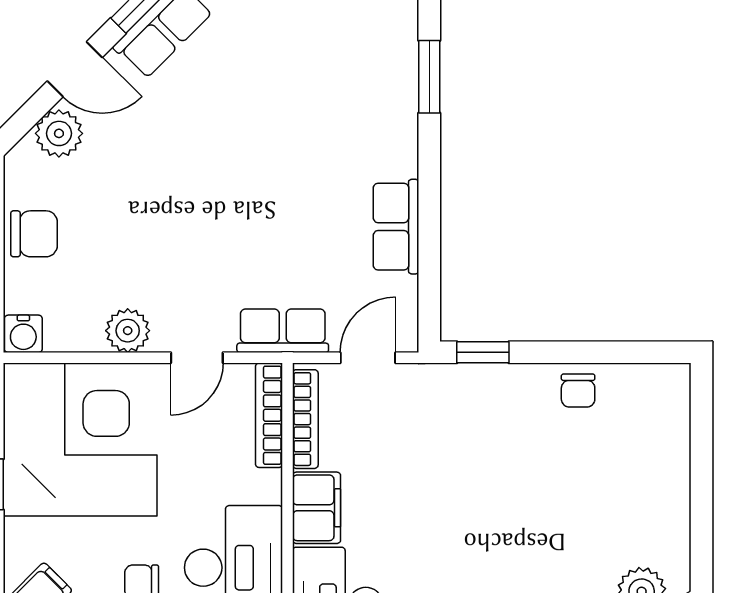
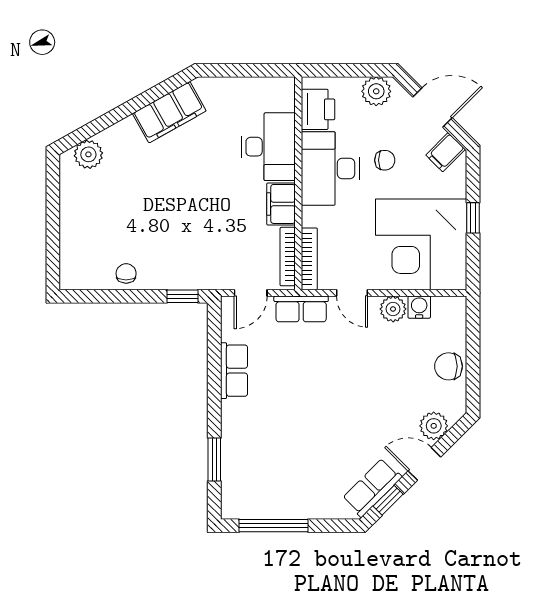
water cooler: (23, 334) -> (419, 307), moved
door: (197, 358) -> (352, 293), swing flipped

